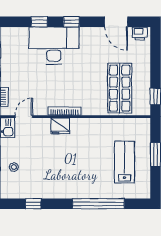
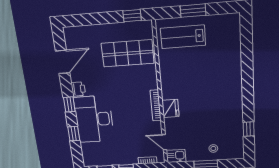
printer: (140, 34) -> (78, 89), moved
lab bench: (124, 162) -> (183, 37), moved
window: (98, 204) -> (247, 66), removed

